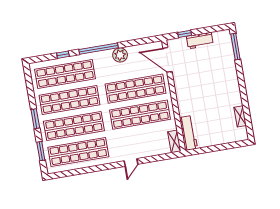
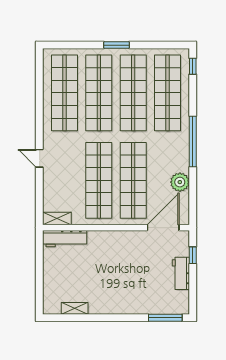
window: (63, 55) -> (193, 66), moved
plant: (120, 55) -> (180, 182), moved
window: (41, 151) -> (74, 45), removed

